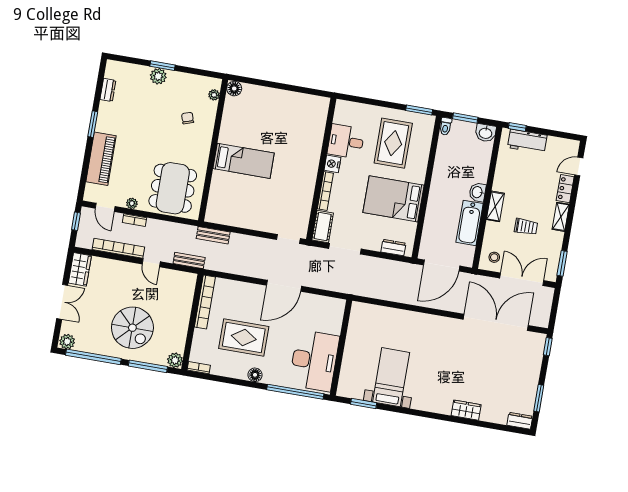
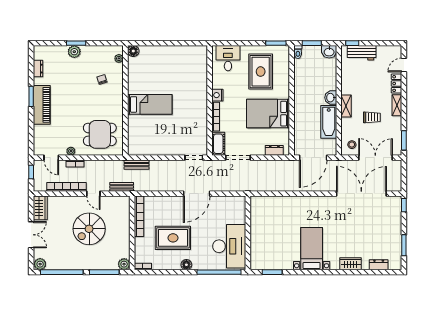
desk: (346, 141) -> (228, 58), moved, turned 90
piano: (101, 159) -> (42, 105), moved
dining table: (173, 188) -> (100, 134), width x0.73
spiral stairs: (132, 328) -> (89, 229), moved, turned 90
bed with nightstands: (391, 377) -> (312, 249), moved
dresser: (520, 421) -> (379, 265), moved

